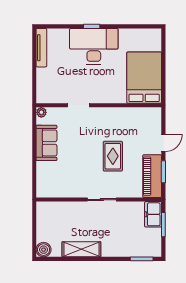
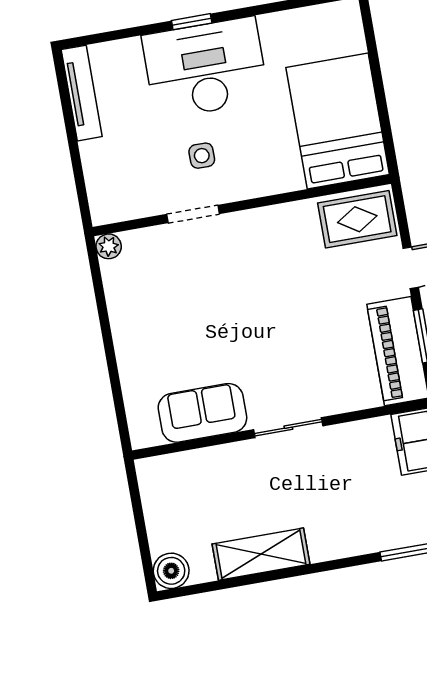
side table: (86, 82) -> (202, 156), added
sofa: (46, 143) -> (202, 413), moved, turned -90
rug: (113, 156) -> (357, 219), moved, turned 90

